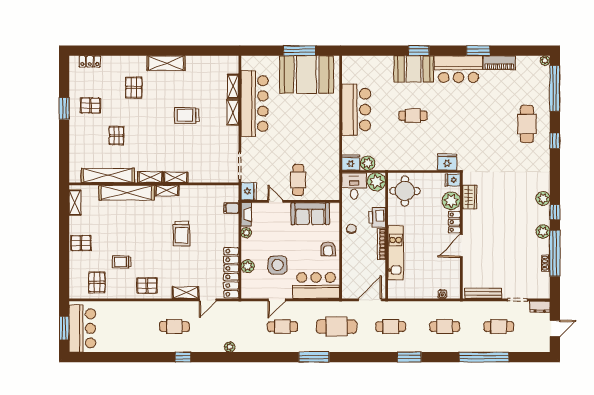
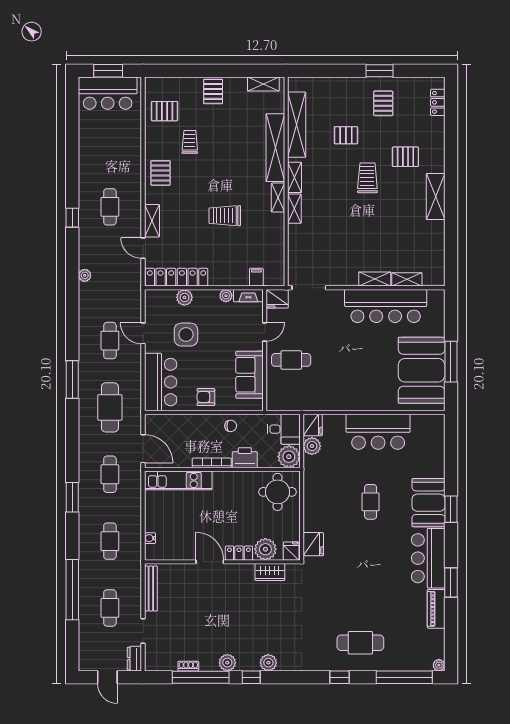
trolley: (187, 115) -> (367, 178), moved
kitchen unit: (396, 253) -> (178, 480), moved

